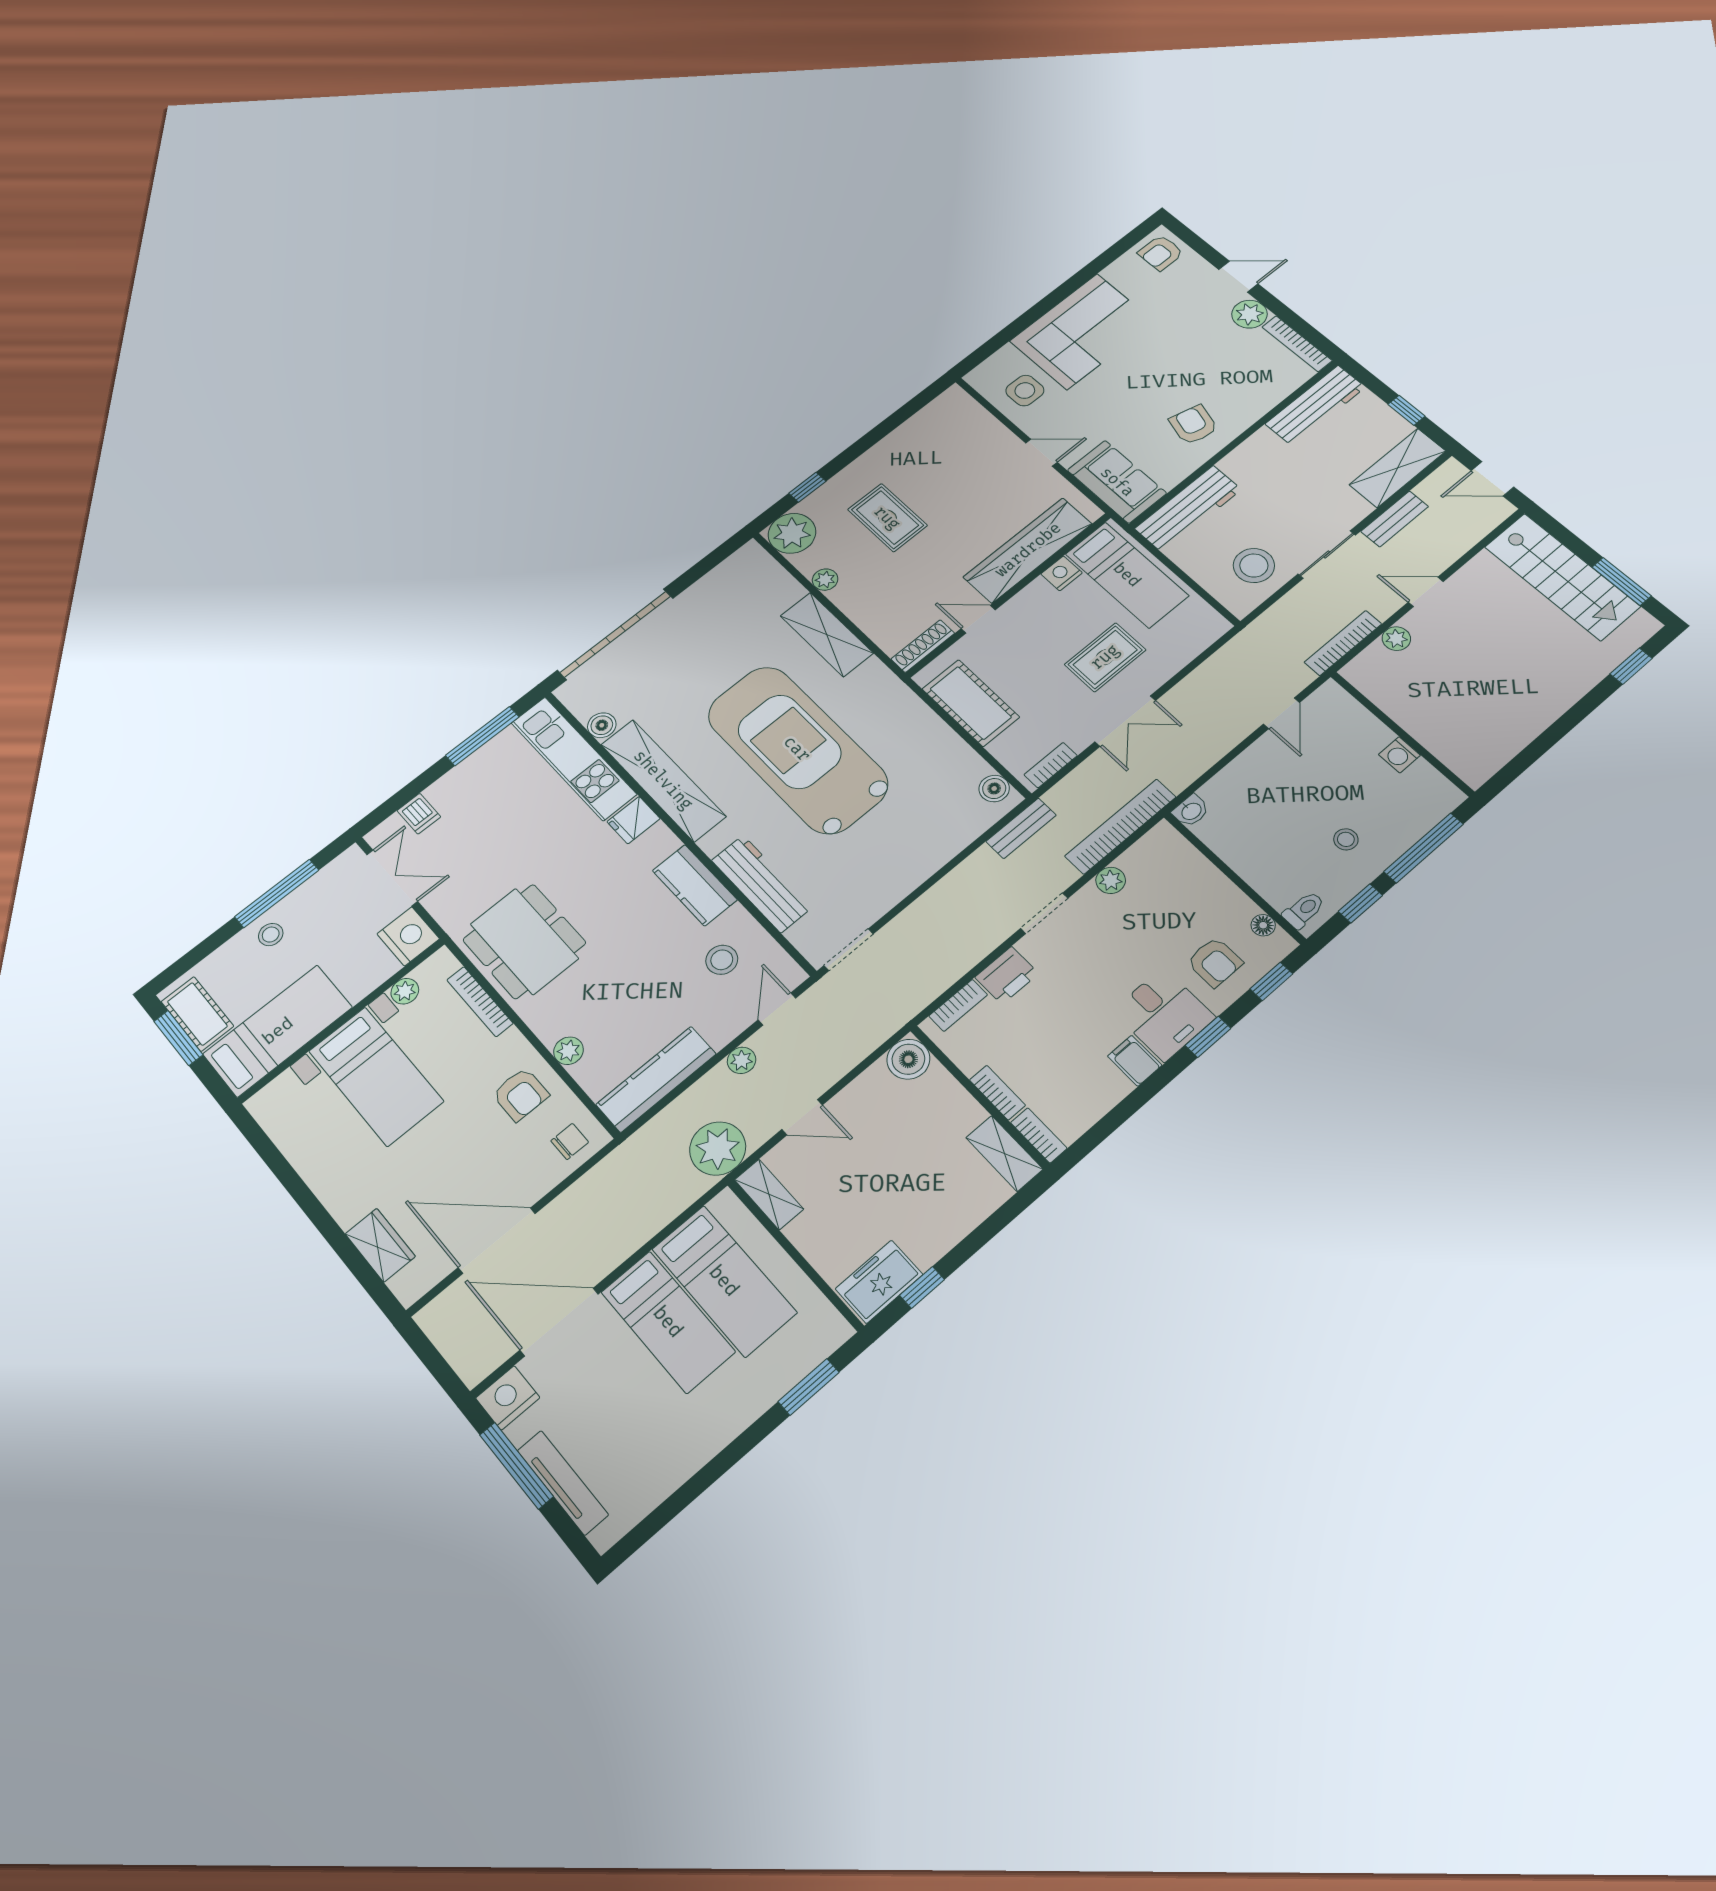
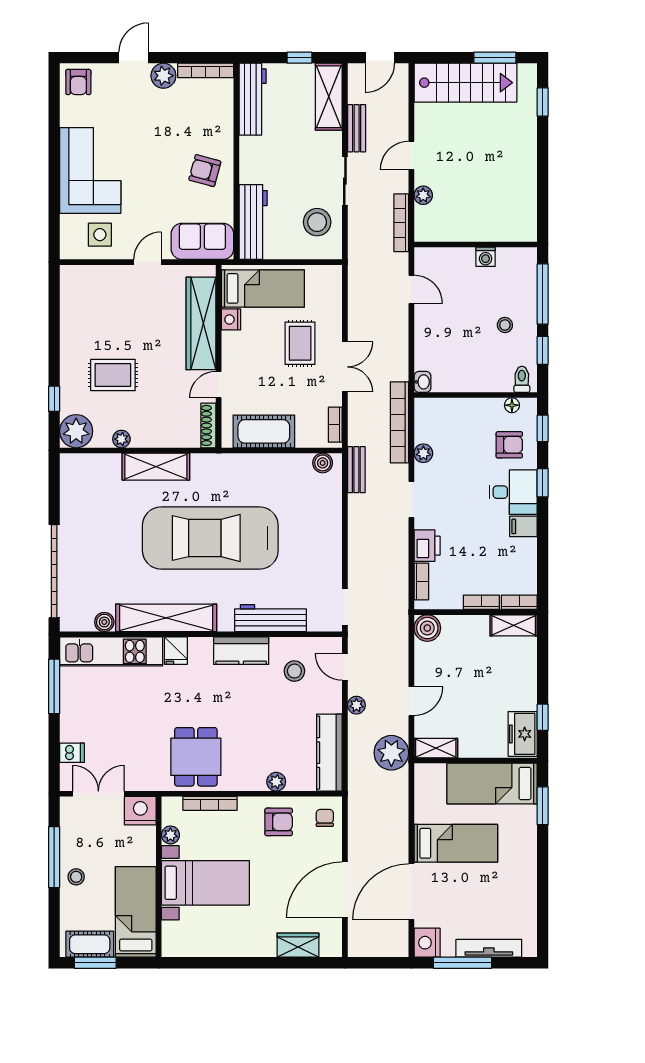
dining table: (524, 941) -> (196, 757), width x0.73
bed: (724, 1281) -> (492, 783), moved, turned 180

